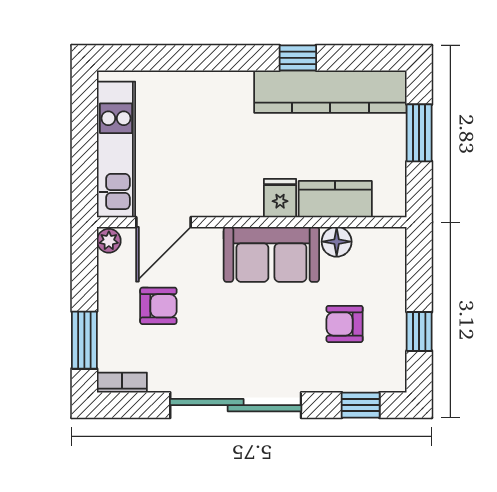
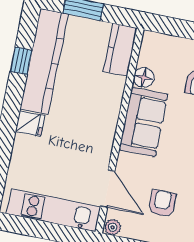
window: (298, 58) -> (21, 61), moved
fridge: (280, 198) -> (30, 124), moved, turned 180
kitchen counter: (335, 199) -> (120, 50), moved

